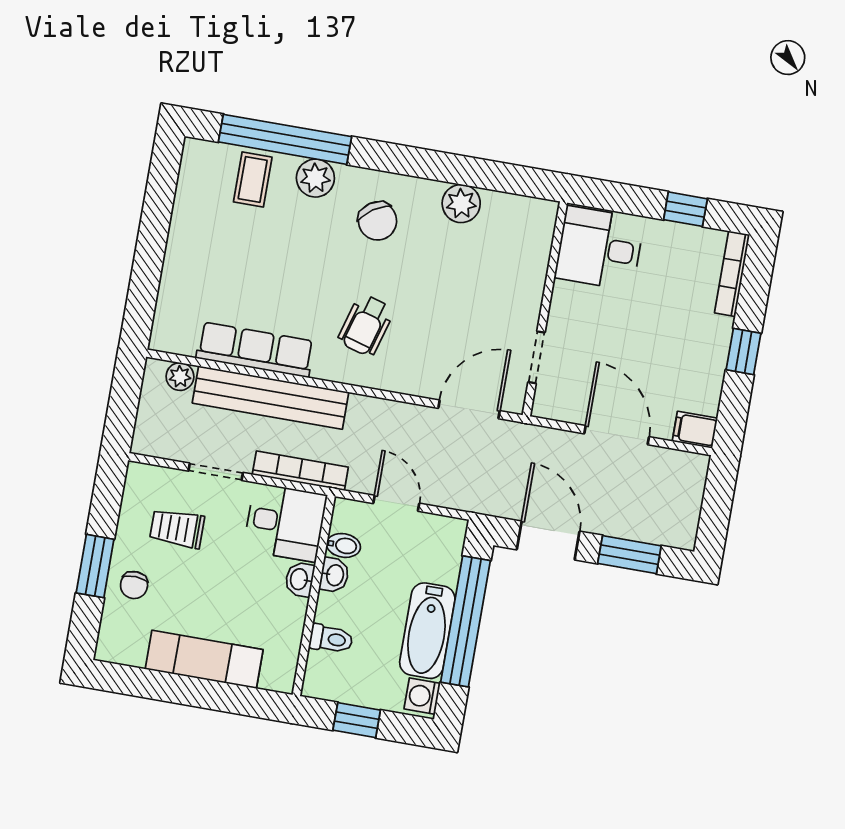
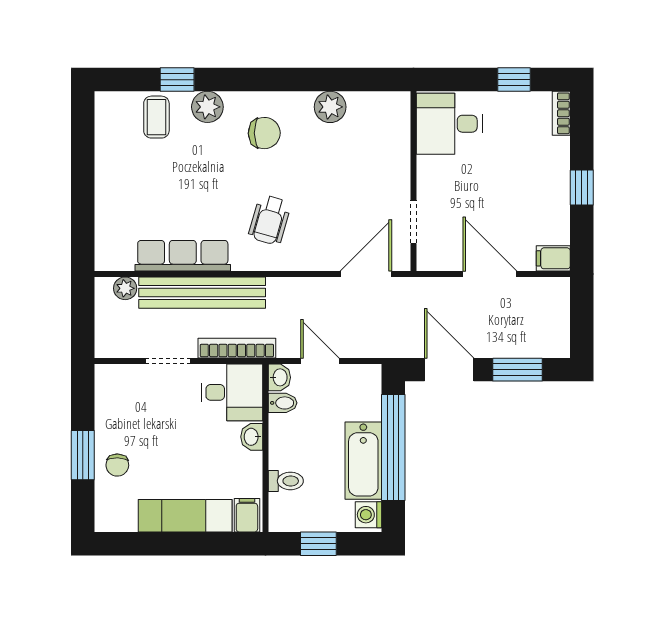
window: (285, 139) -> (177, 80), width x0.32
chair: (377, 221) -> (264, 133), turned -57
bookcase: (732, 274) -> (561, 113), width x0.64
trolley: (177, 528) -> (144, 413), removed
washbasin: (334, 575) -> (279, 377), moved
filing cabinet: (278, 672) -> (247, 515), added

